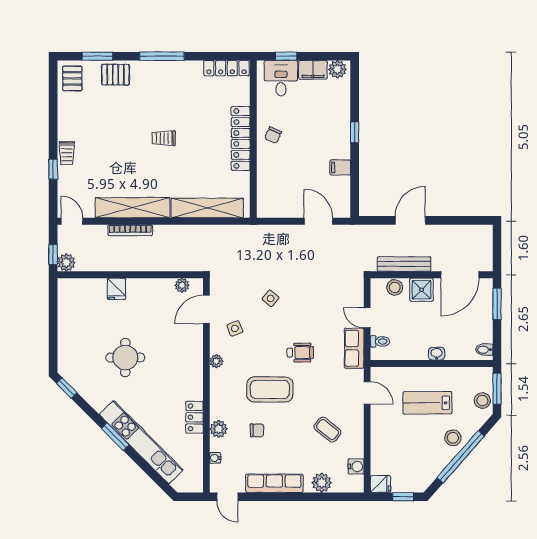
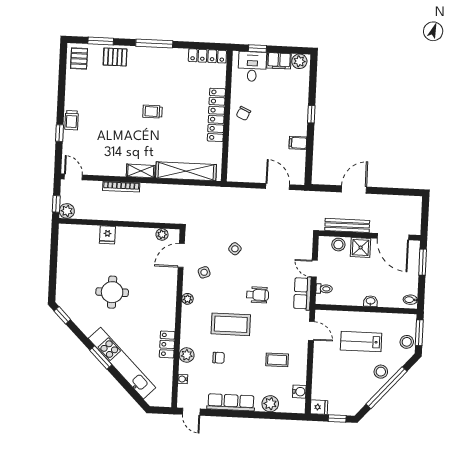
shelving: (132, 208) -> (141, 171), width x0.45, depth x0.75
door: (460, 275) -> (393, 237), hinge flipped
coffee table: (327, 430) -> (277, 360), turned -39

